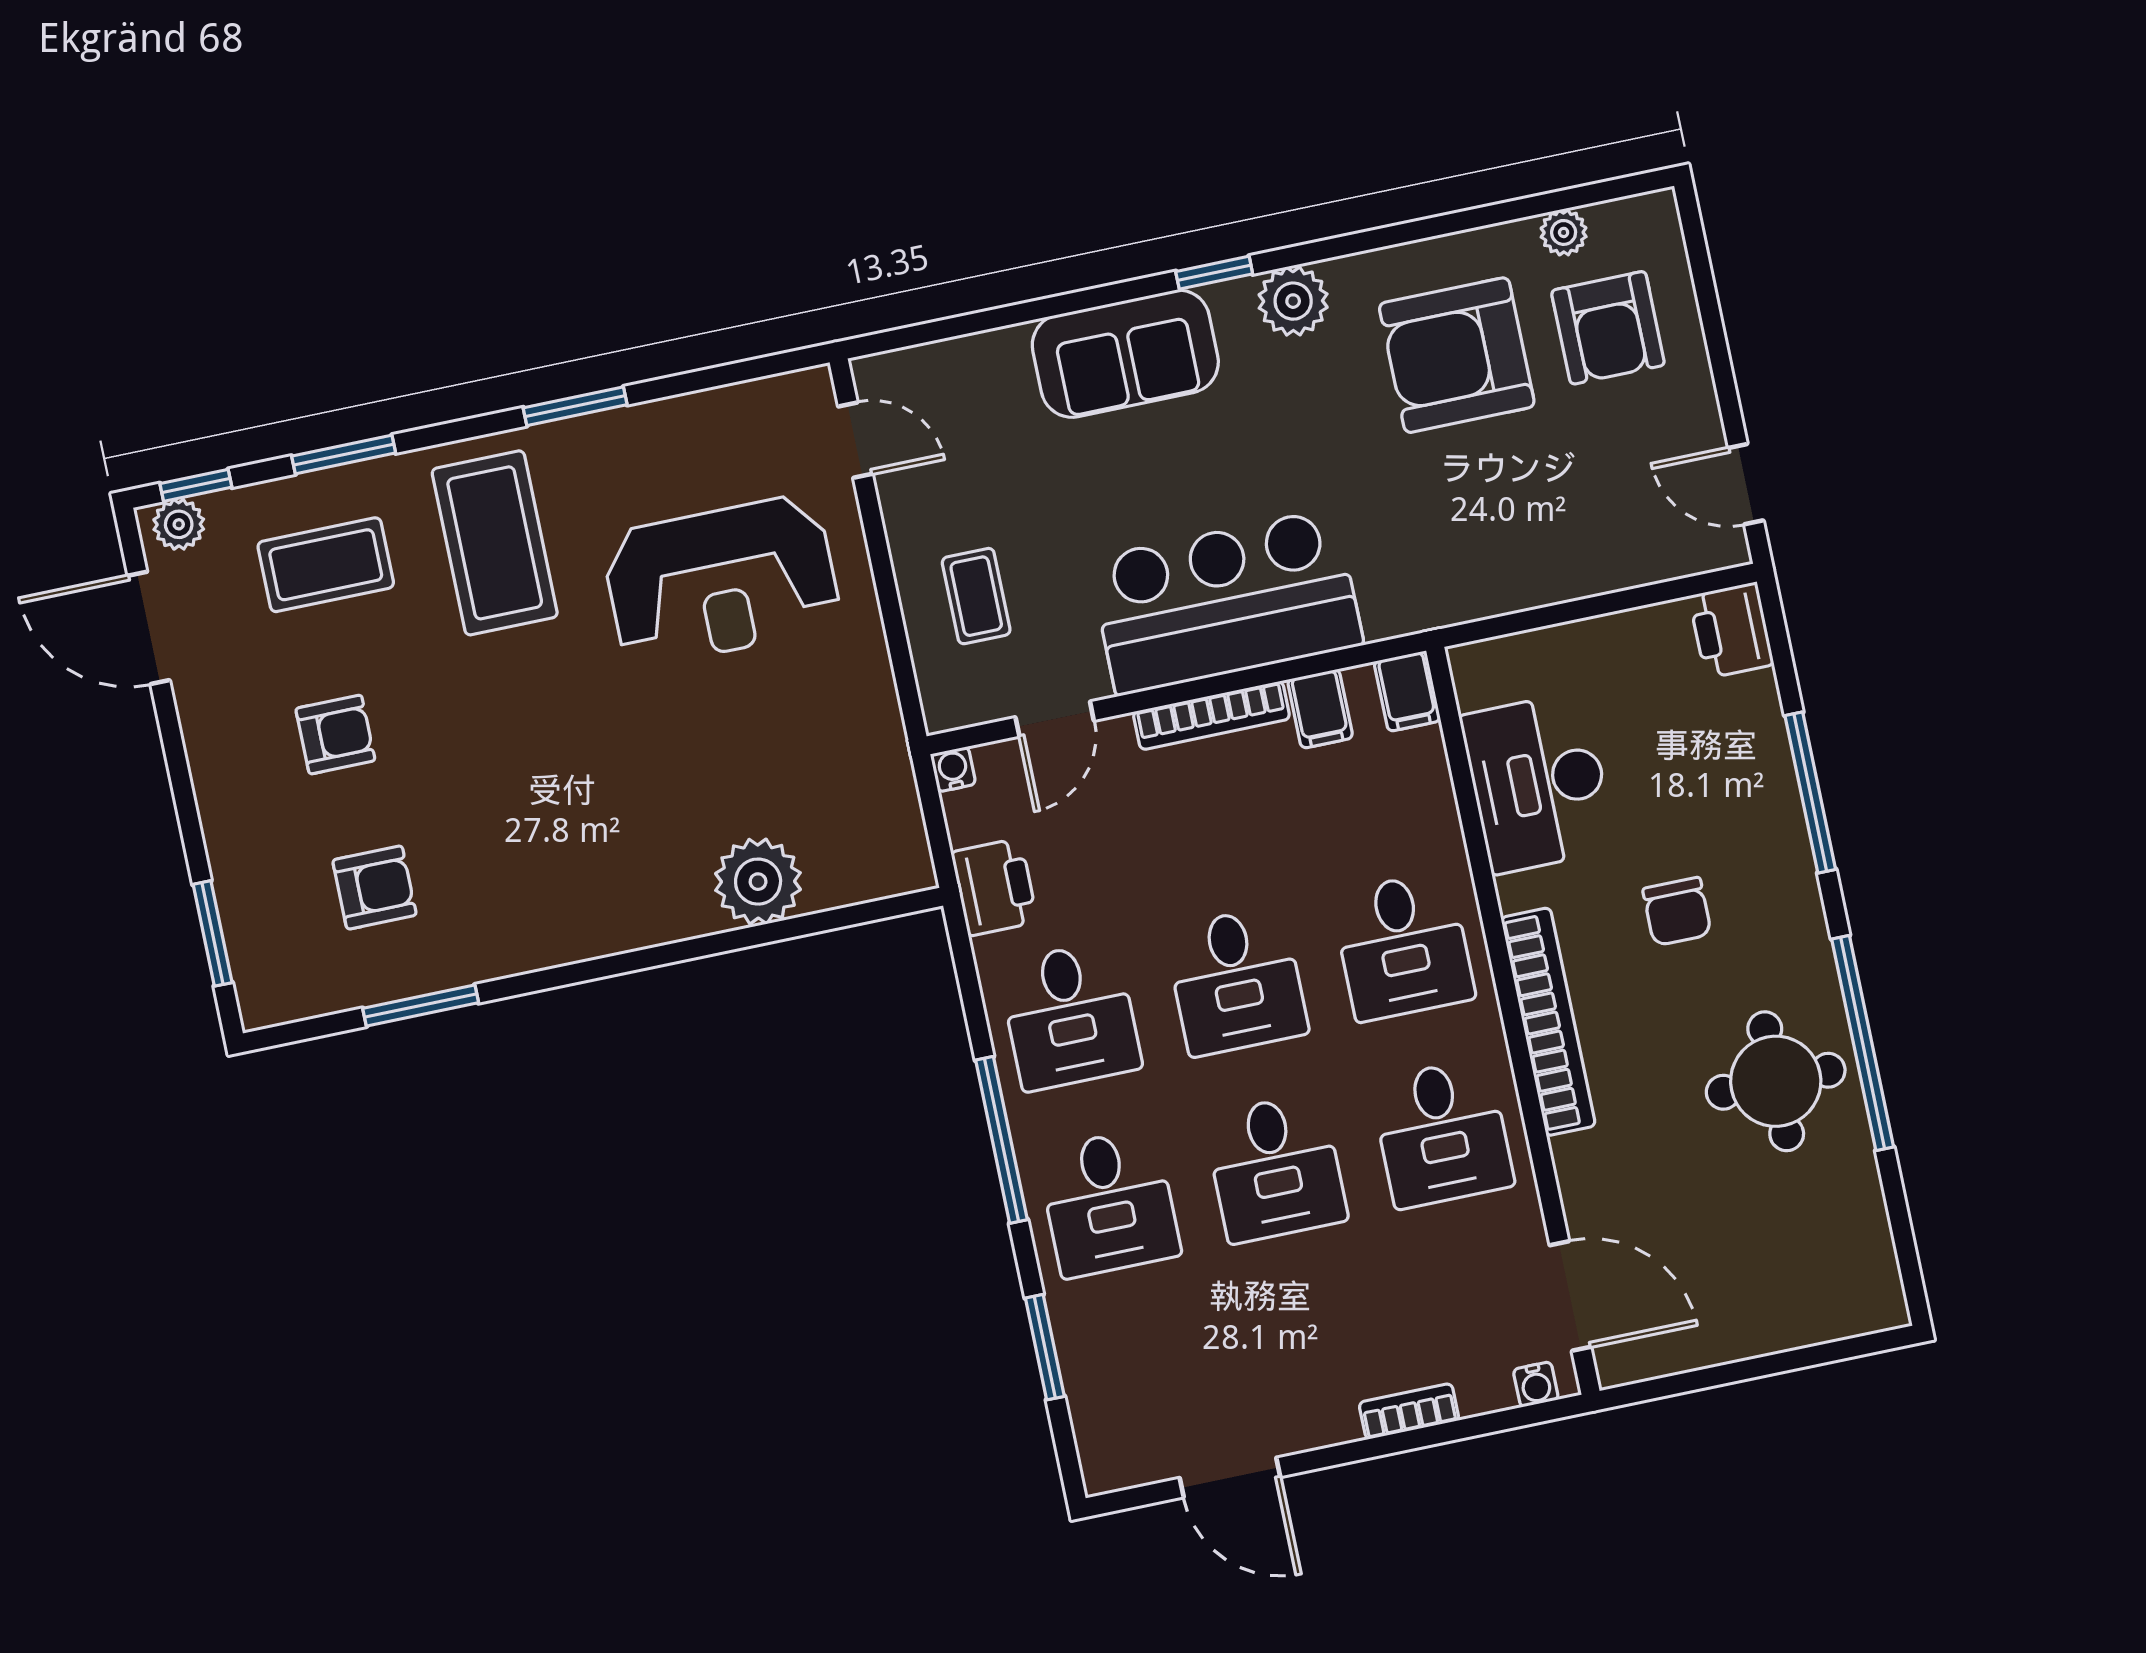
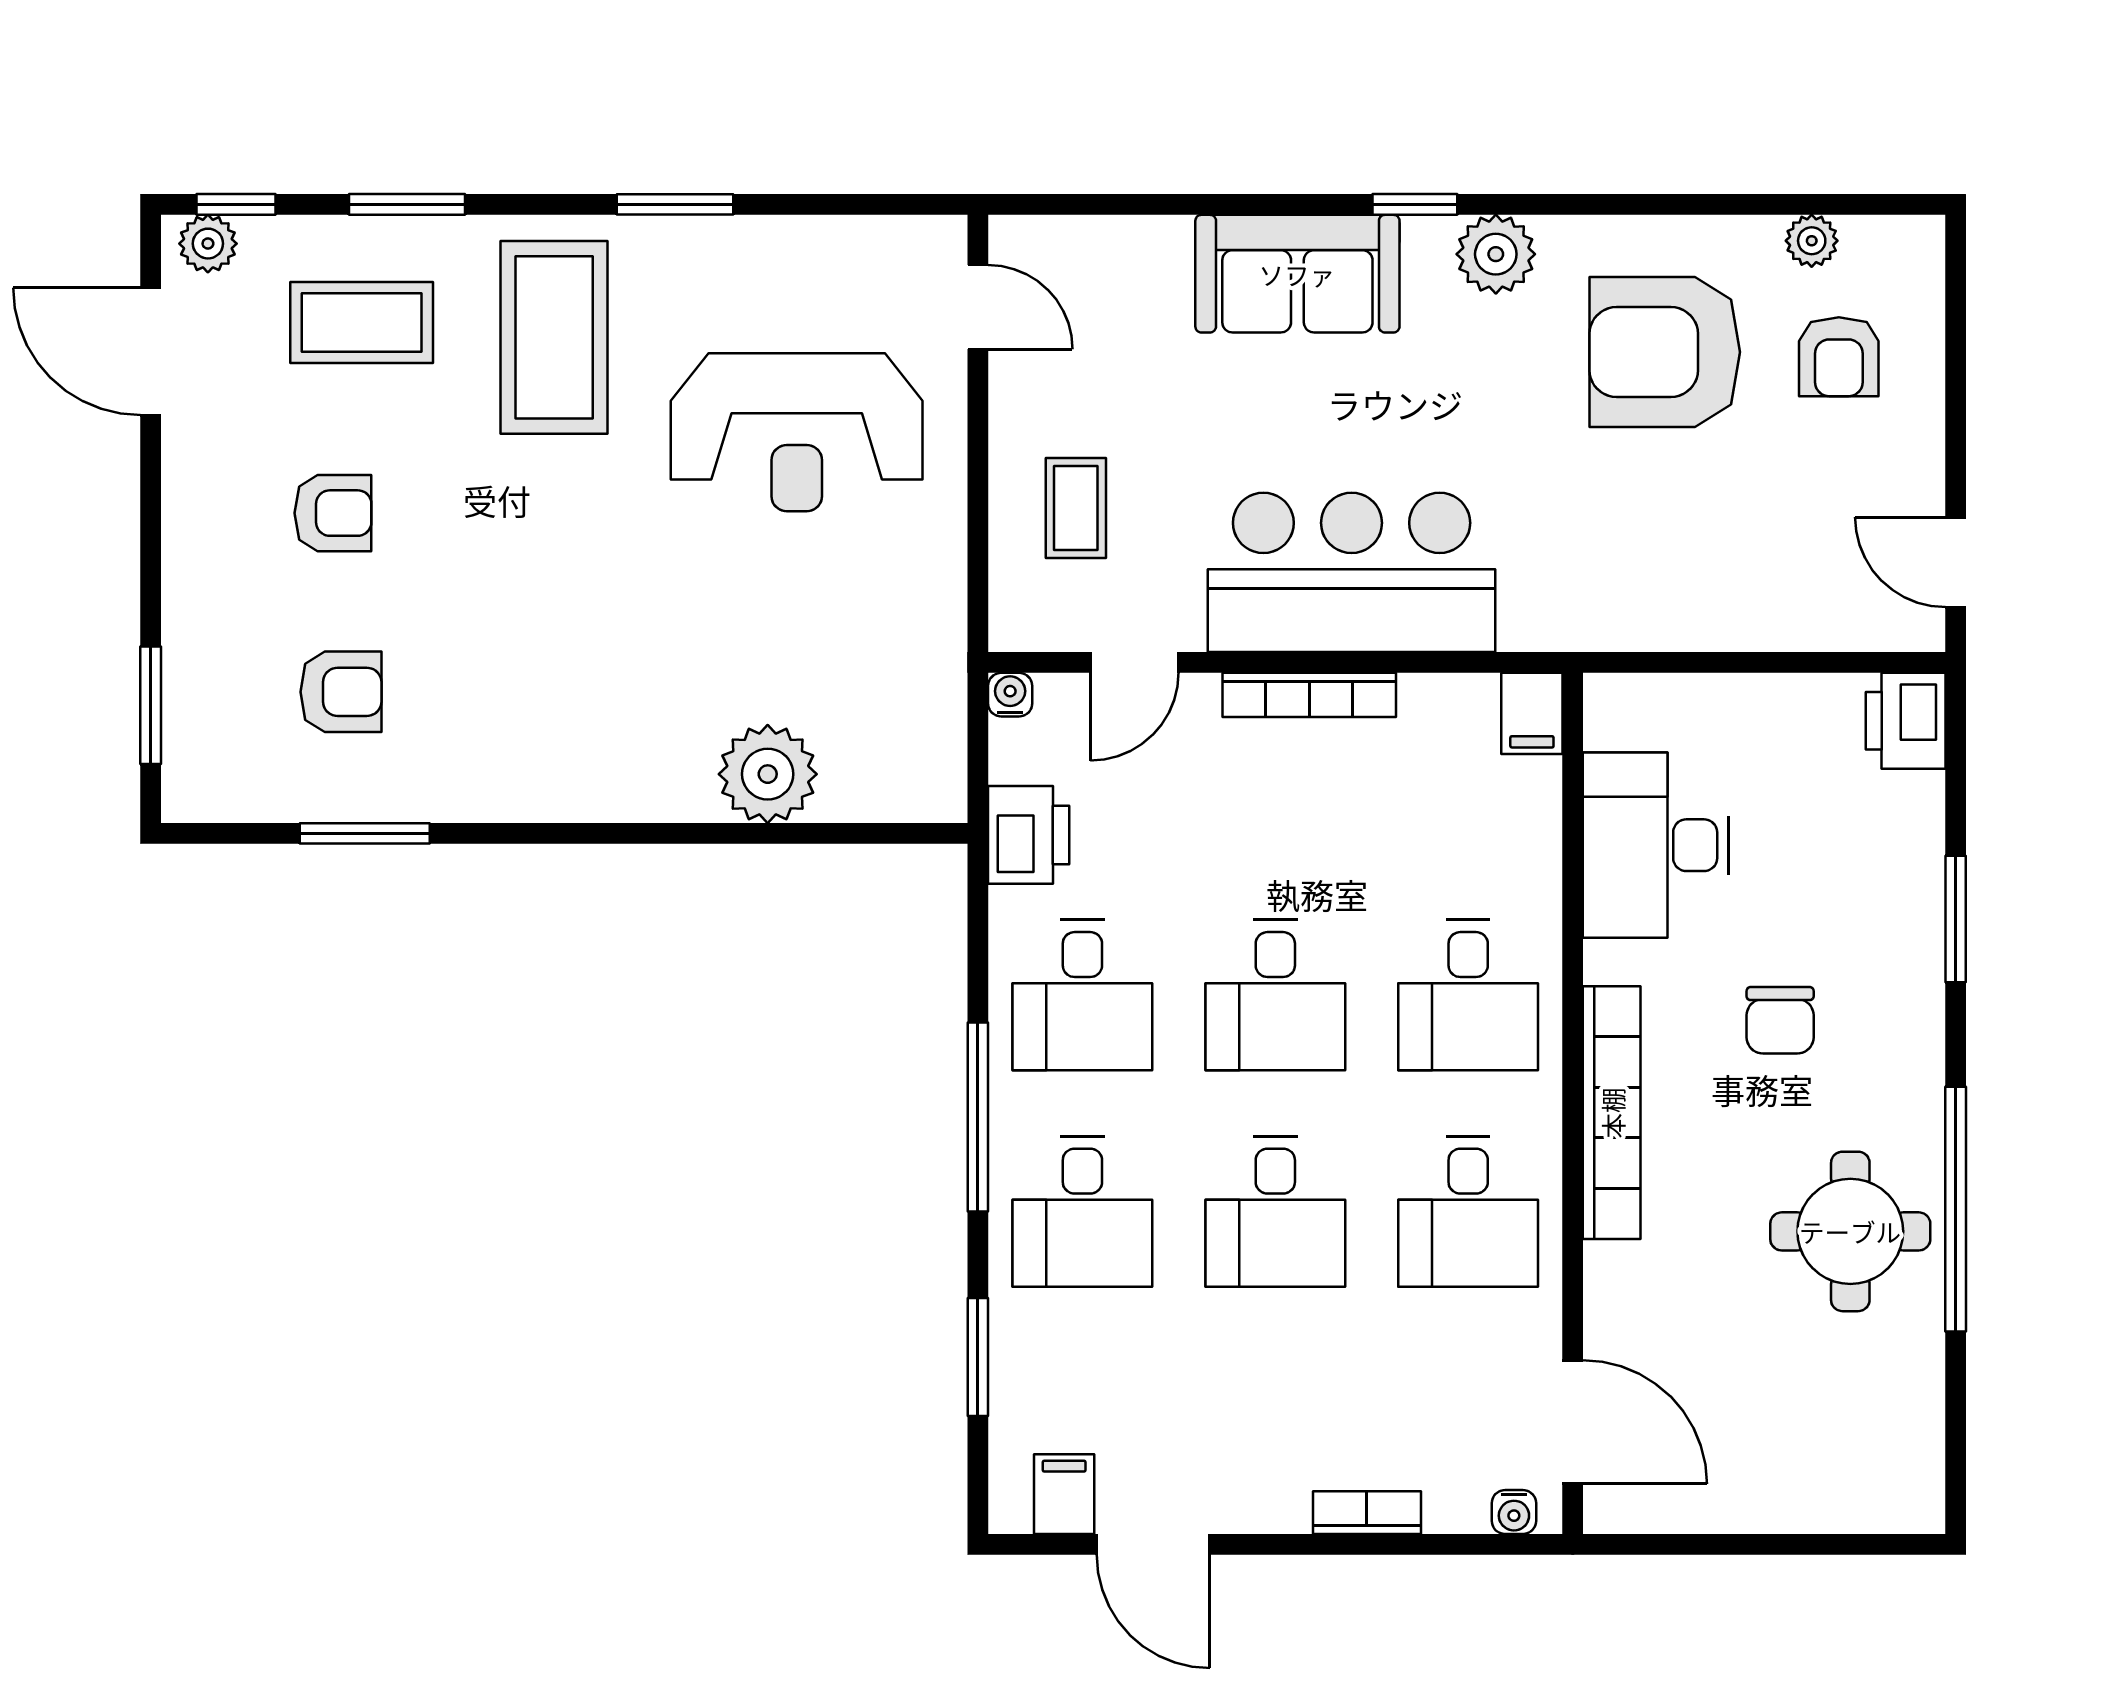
armchair: (1608, 328) -> (1839, 357), width x0.72, depth x0.72
filing cabinet: (1320, 709) -> (1064, 1494), moved, turned 180
window: (1810, 792) -> (1956, 919), width x0.69

